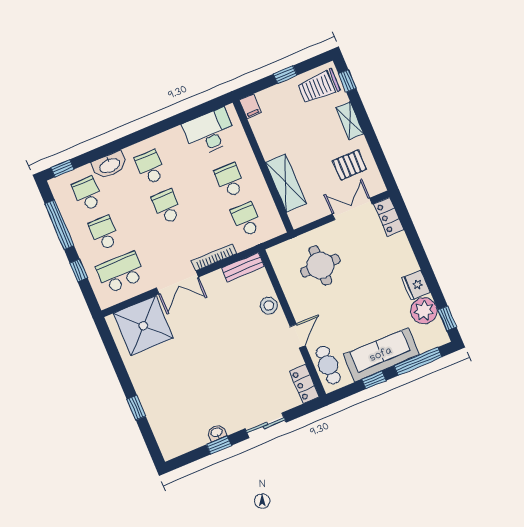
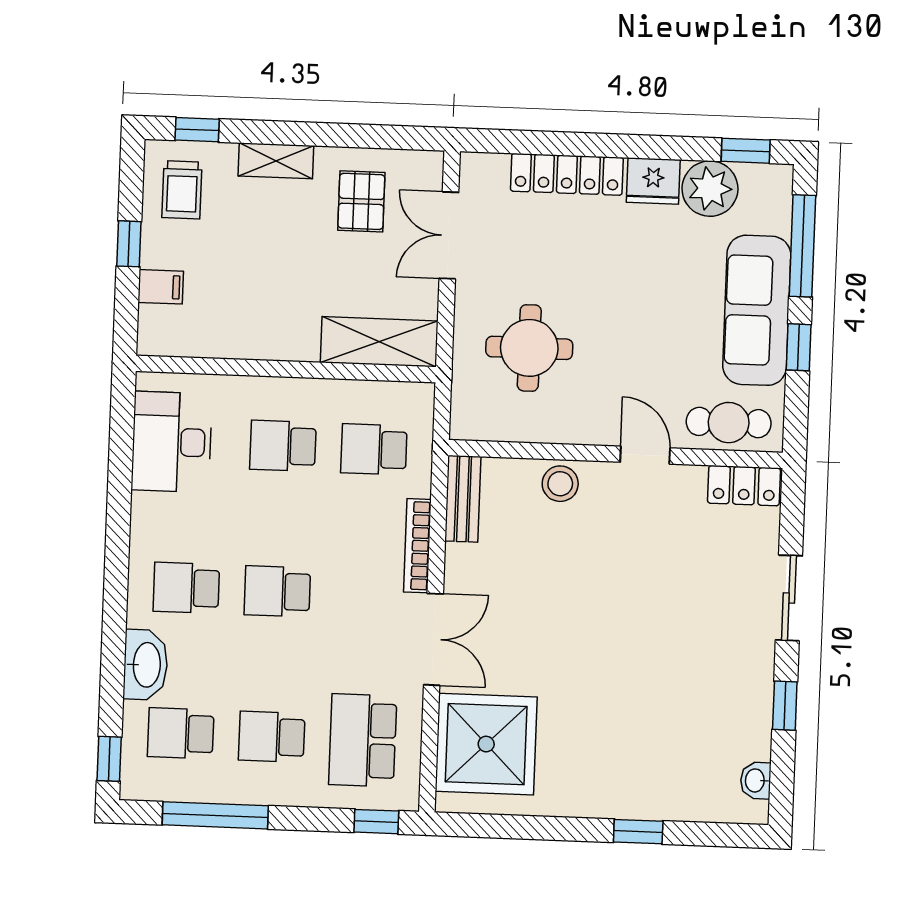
trolley: (319, 86) -> (182, 190), width x0.73, depth x0.72
filing cabinet: (250, 106) -> (161, 287), moved
shelving: (286, 183) -> (379, 342), moved
locker: (389, 217) -> (567, 174), moved, width x1.53
window: (79, 270) -> (376, 822), moved
washbasin: (217, 433) -> (756, 781), moved

